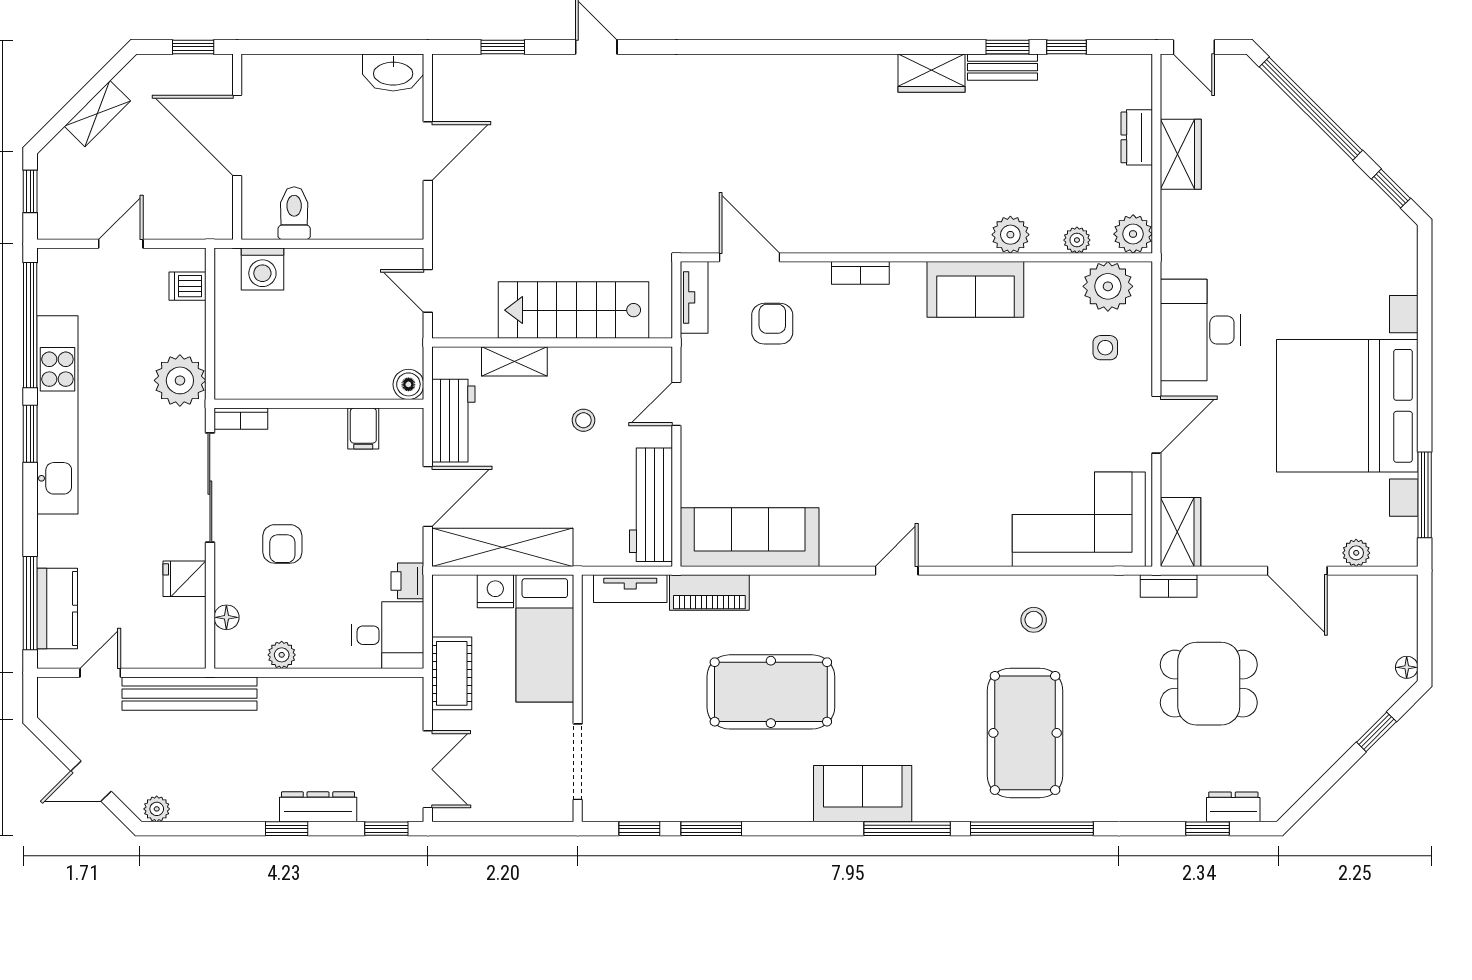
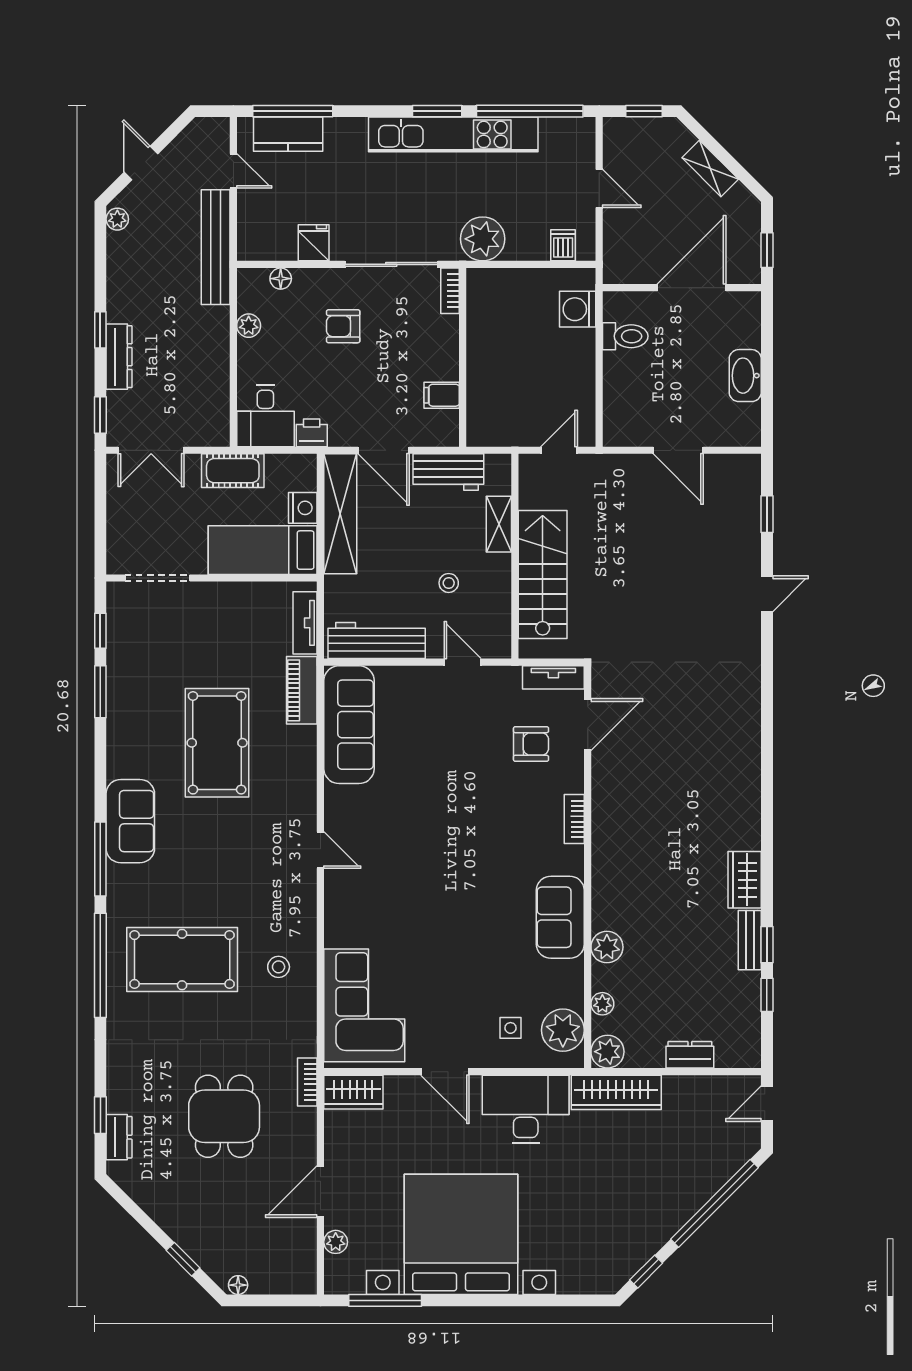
washbasin: (393, 73) -> (745, 376), moved
wardrobe: (1181, 154) -> (616, 1092), moved, width x1.50
boiler: (408, 384) -> (479, 434), removed

